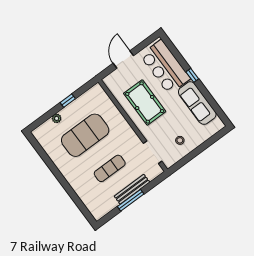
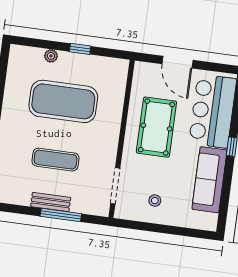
door: (123, 59) -> (177, 62), swing flipped
bench: (132, 189) -> (51, 202), width x0.73
window: (131, 200) -> (61, 215), moved

